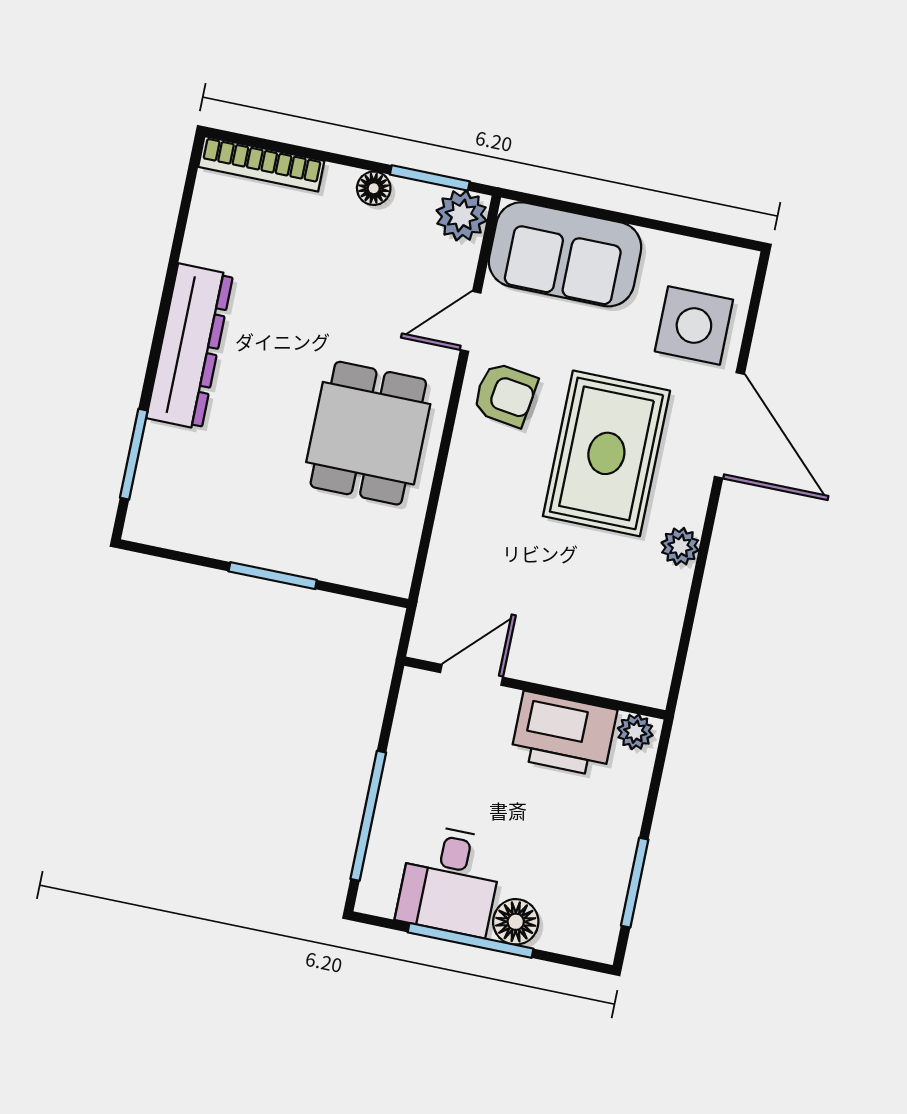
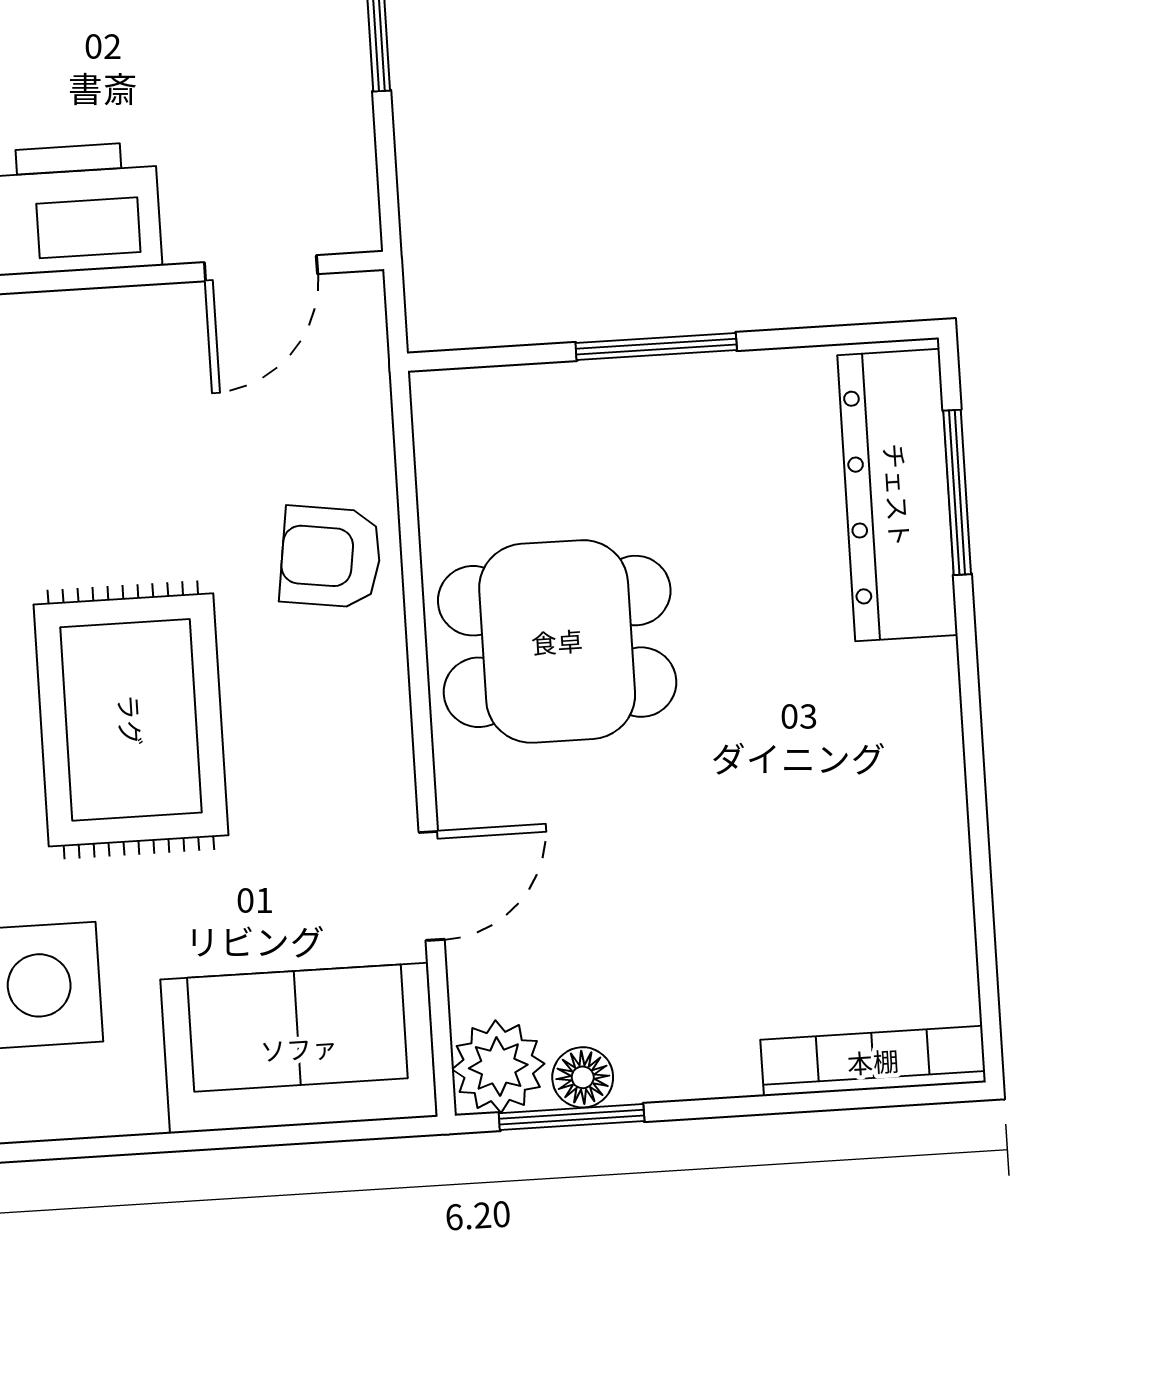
floor lamp: (374, 188) -> (583, 1077), moved
dresser: (190, 346) -> (898, 495), moved
armchair: (505, 395) -> (331, 557), moved
dining table: (368, 433) -> (557, 641), turned 90

